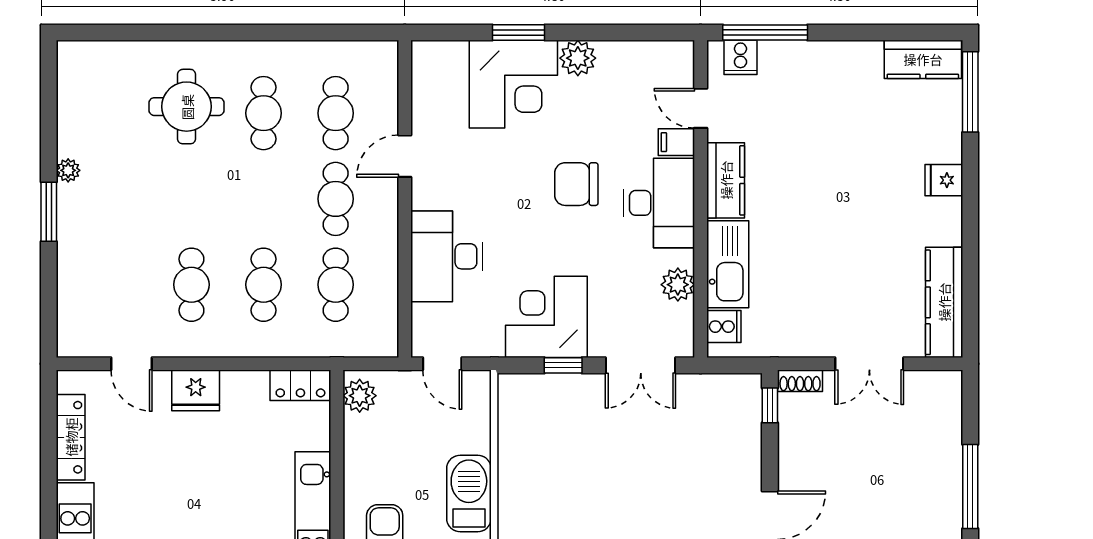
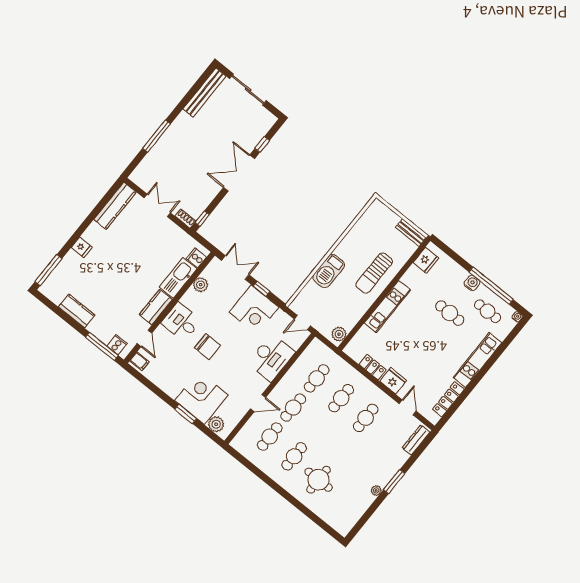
plant: (578, 58) -> (216, 424), moved
kitchen counter: (923, 59) -> (77, 311), moved
filing cabinet: (676, 142) -> (139, 361), moved
desk: (659, 203) -> (181, 322), width x0.73
dresser: (70, 318) -> (416, 440), added
door: (442, 364) -> (302, 322), swing flipped
locker: (300, 385) -> (373, 367), moved

